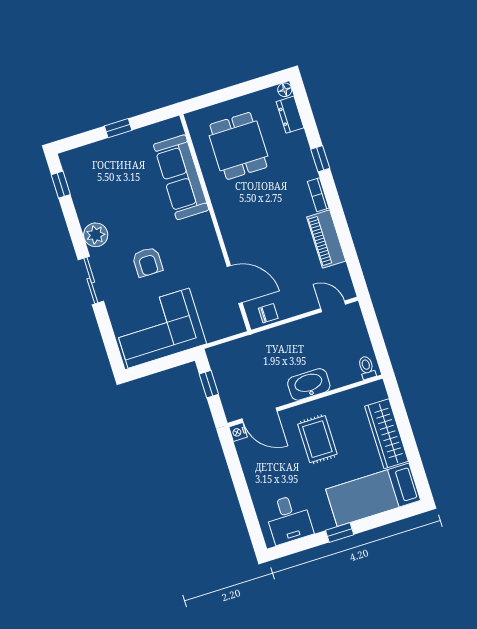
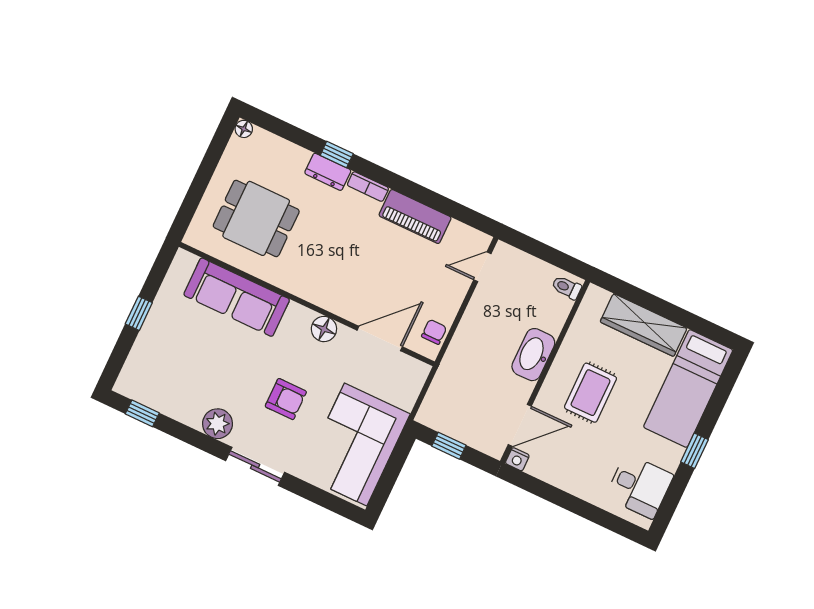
dresser: (290, 115) -> (328, 172), moved
floor lamp: (210, 246) -> (324, 329), added
rug: (317, 439) -> (591, 393), turned 90

